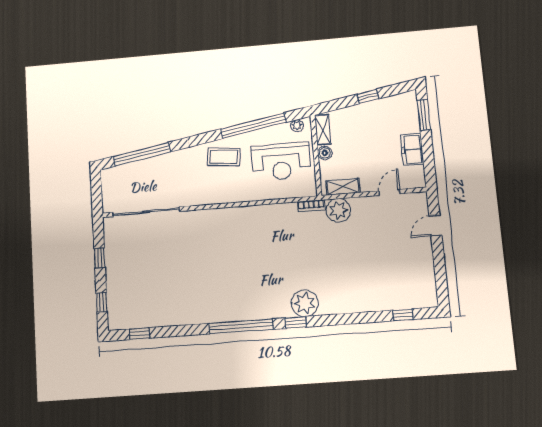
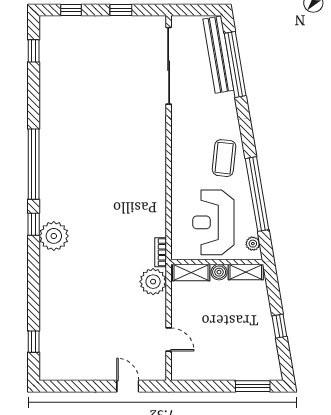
freezer: (412, 149) -> (215, 369), removed
bench: (134, 169) -> (218, 55), added
shelving: (343, 187) -> (191, 273), moved, turned 90

